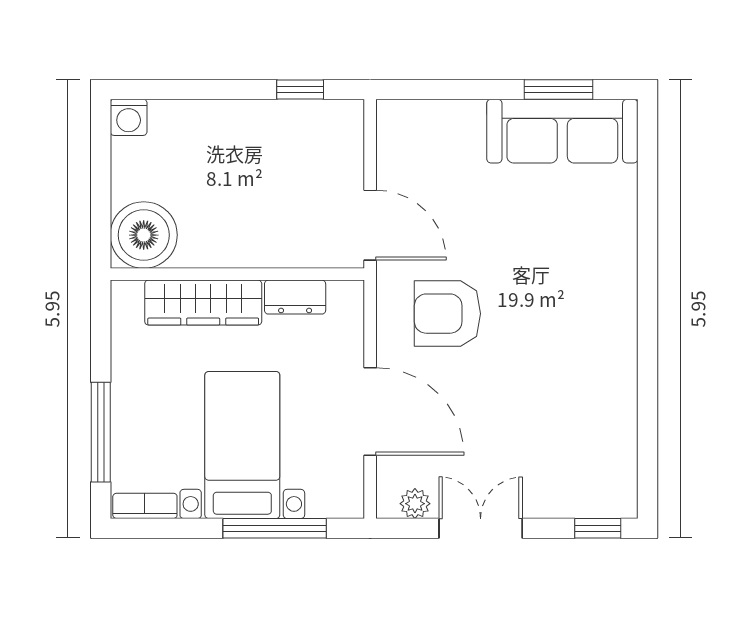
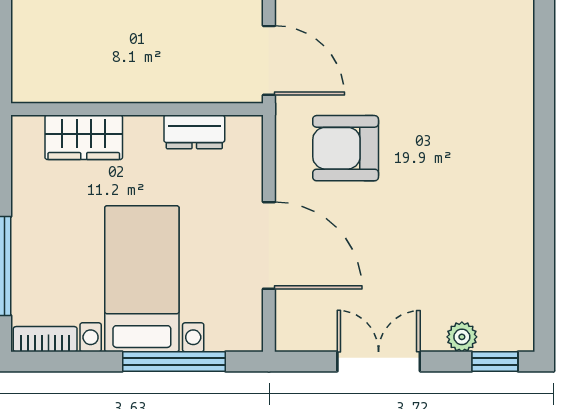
boiler: (144, 235) -> (44, 70), removed
wardrobe: (203, 303) -> (84, 137), width x0.67
plant: (415, 504) -> (462, 337), moved

